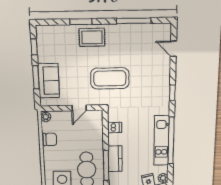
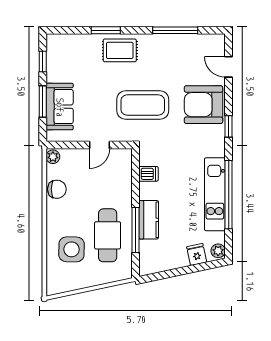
armchair: (154, 77) -> (204, 105), added

